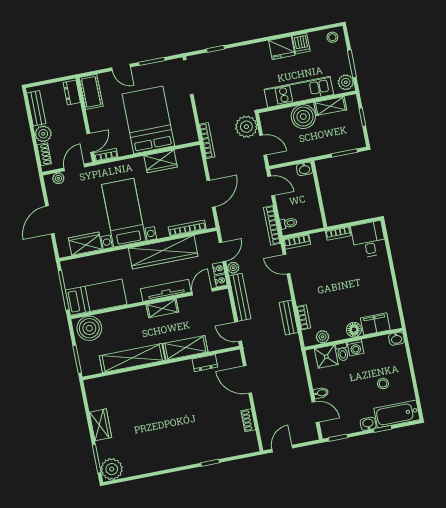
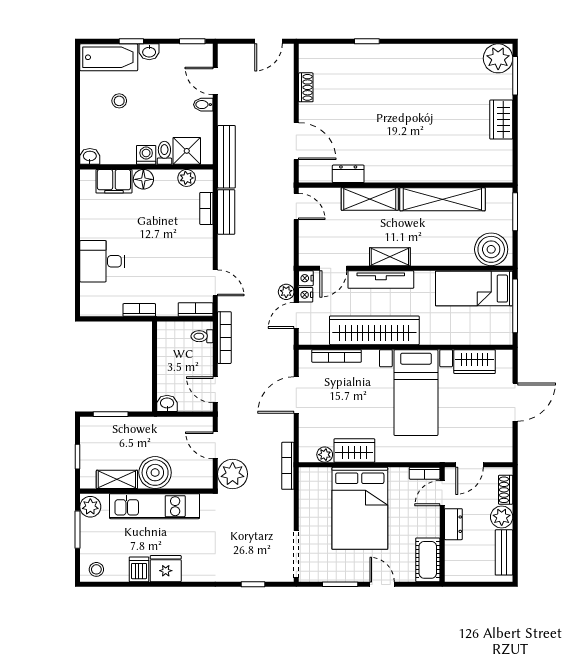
dresser: (72, 92) -> (453, 524), moved
plant: (58, 178) -> (325, 455), moved
desk: (369, 239) -> (102, 261), moved, turned 90
bench: (240, 297) -> (226, 157), moved

